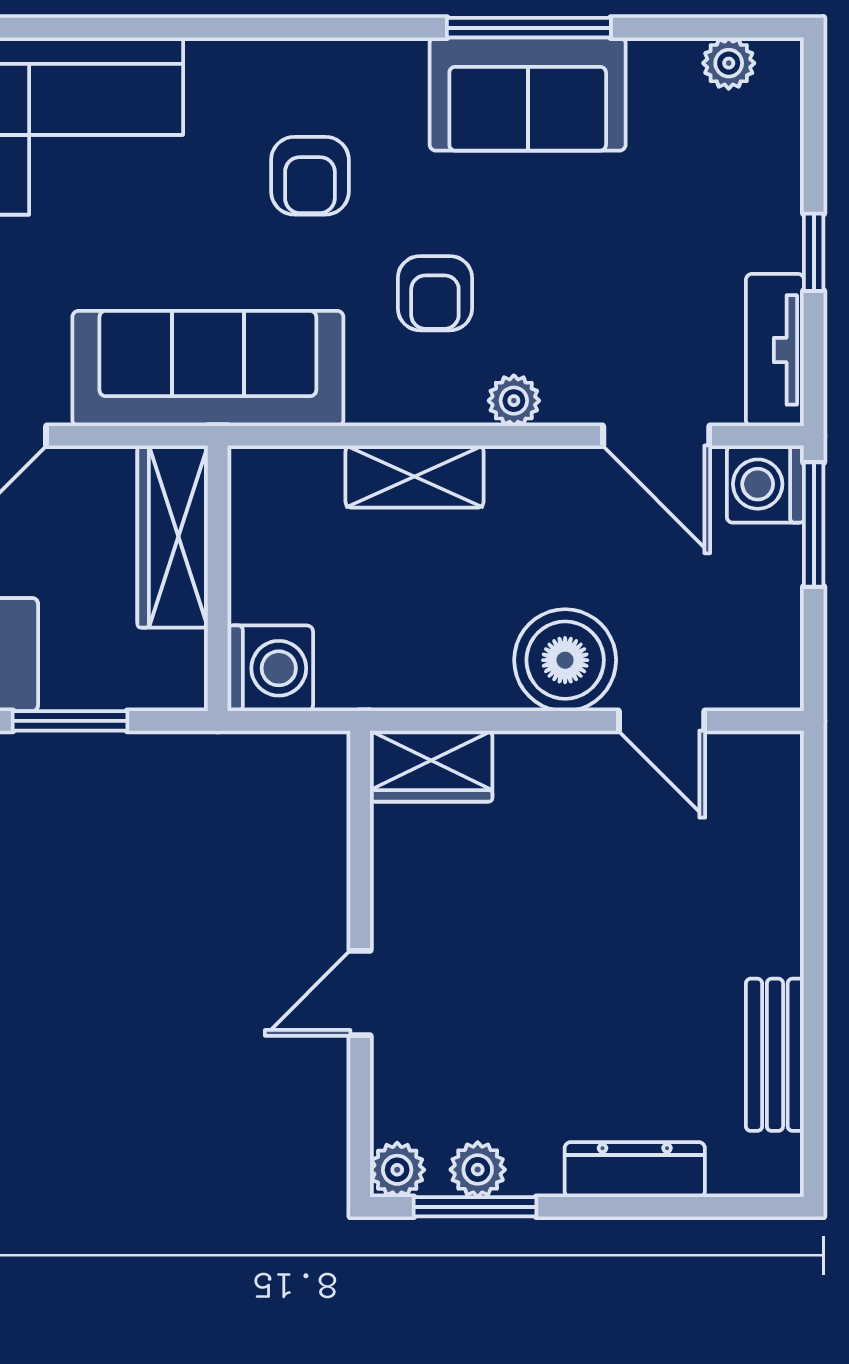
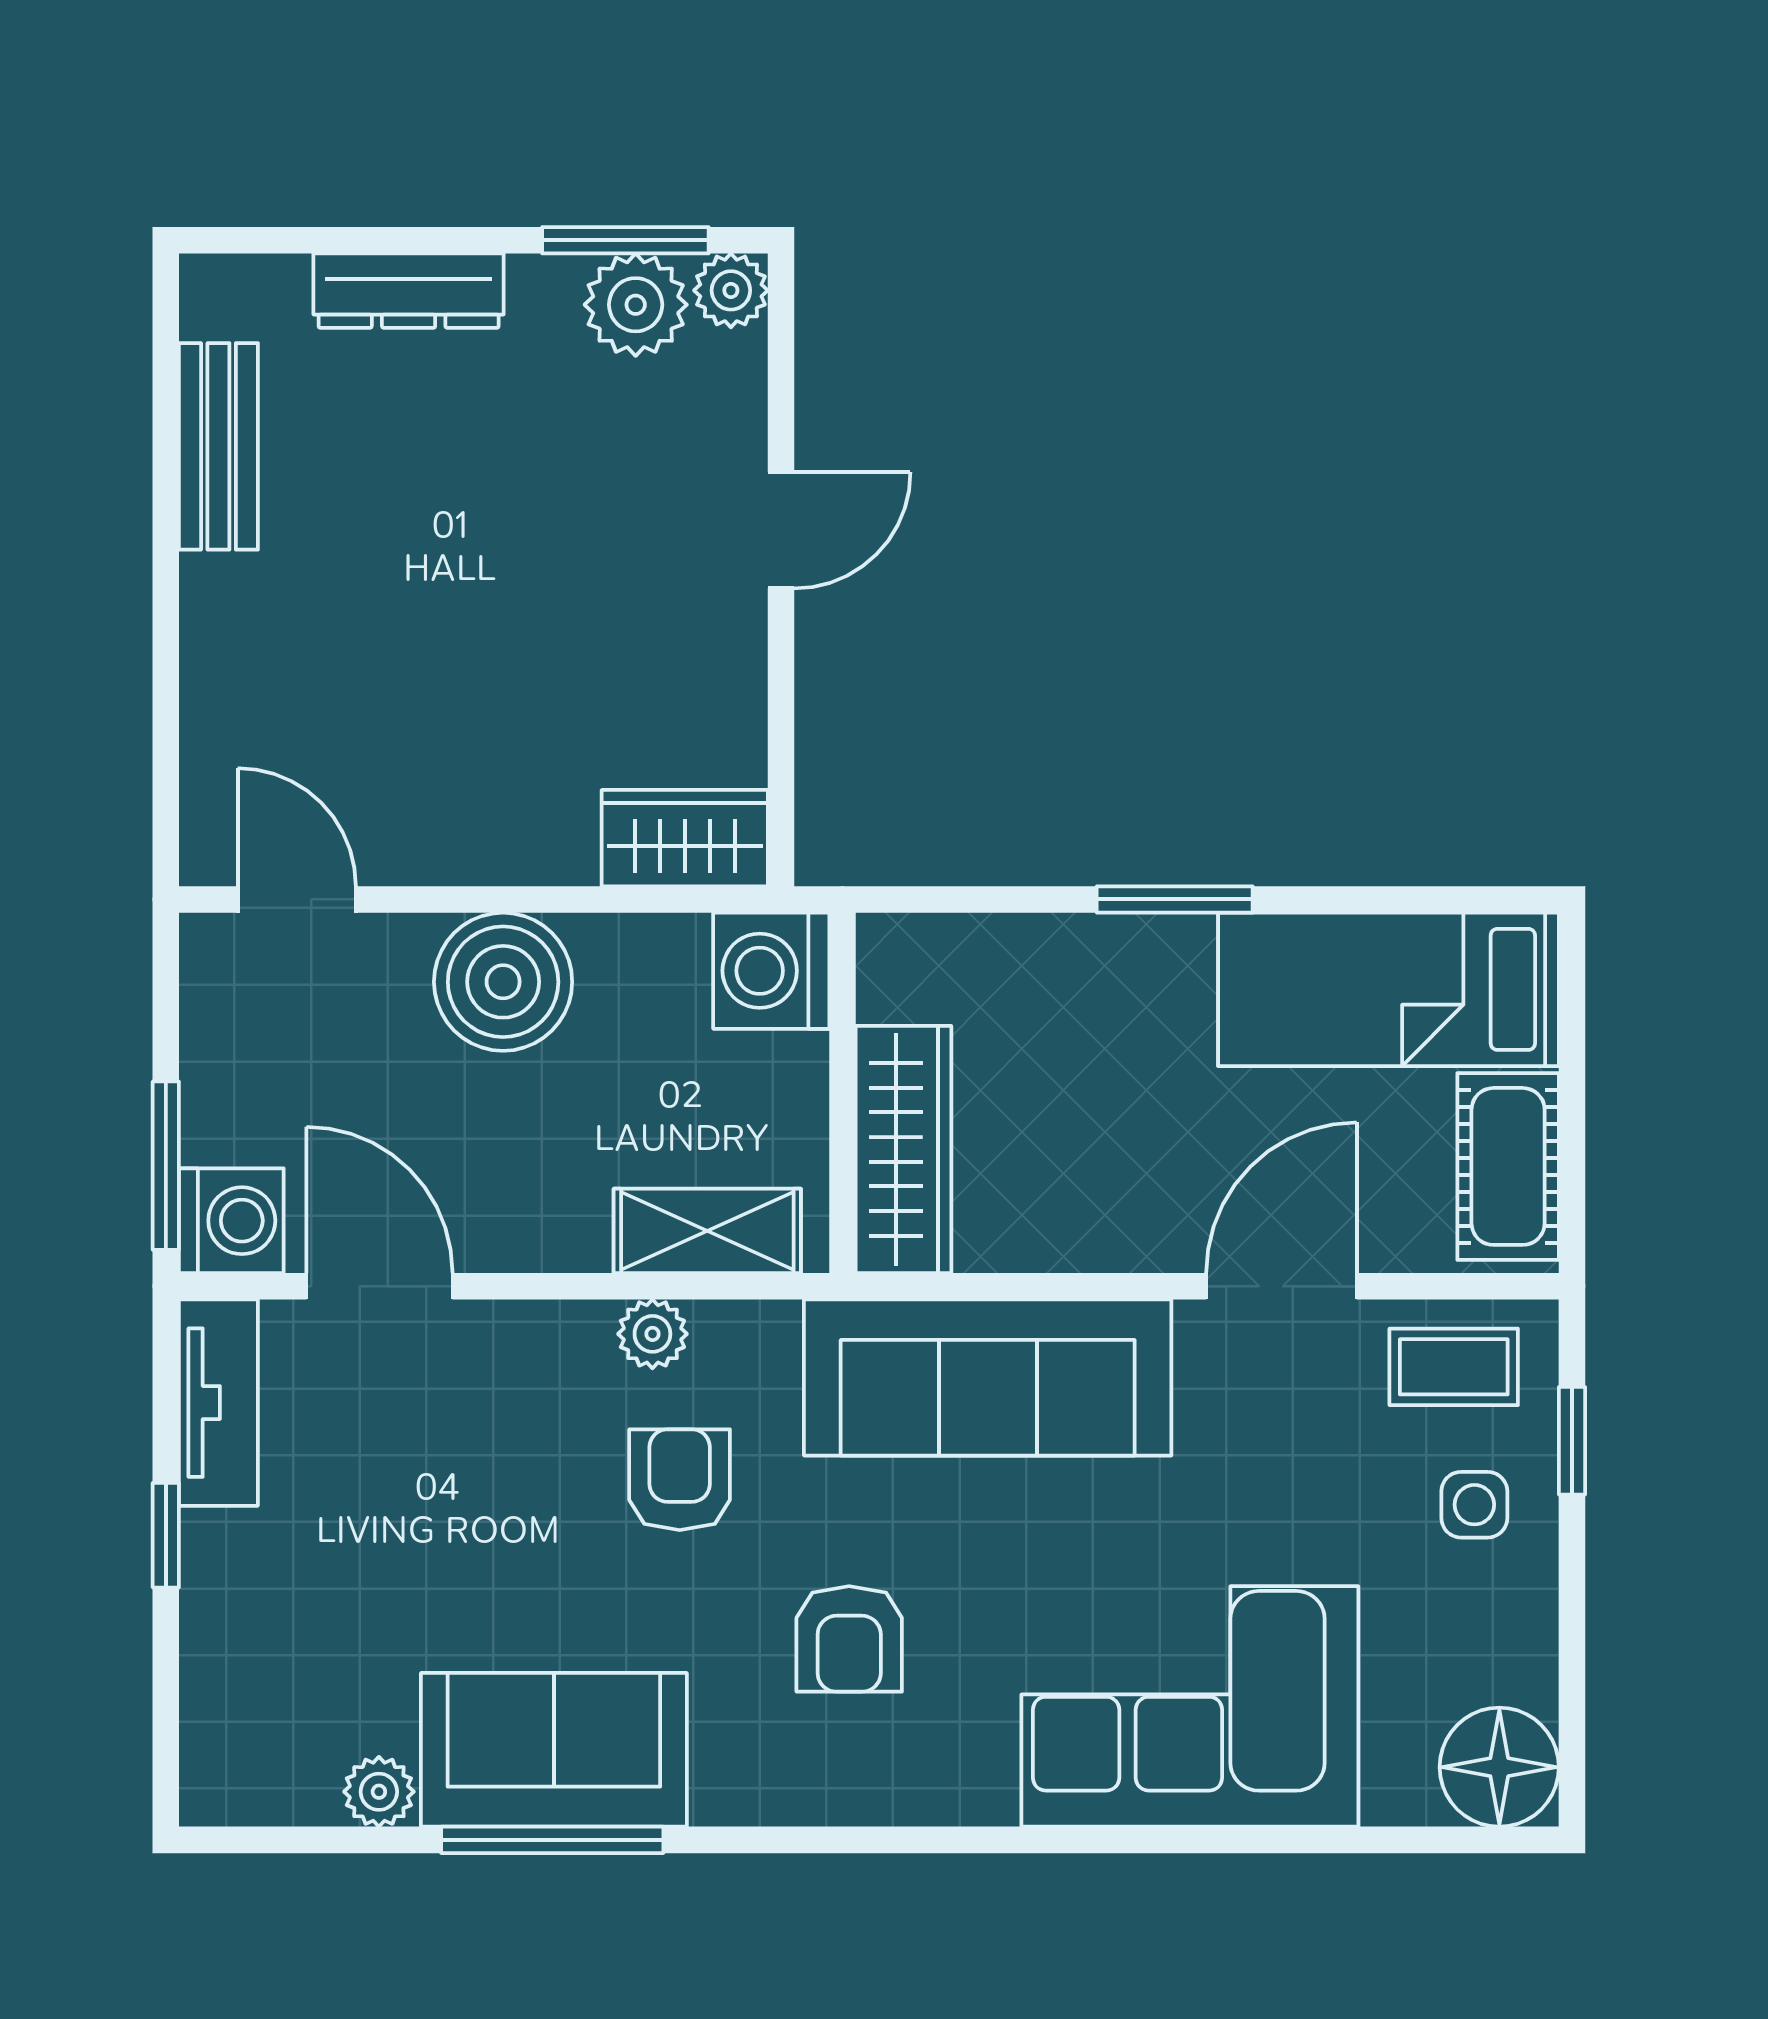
plant: (729, 63) -> (379, 1792), moved
armchair: (310, 176) -> (849, 1639), turned 180
plant: (514, 401) -> (652, 1334), moved
wardrobe: (173, 537) -> (904, 1149), moved
wall: (218, 578) -> (843, 1093), moved
washing machine: (270, 668) -> (771, 971), moved
door: (662, 721) -> (297, 899), moved
plant: (478, 1170) -> (636, 305), width x1.38, depth x1.38

